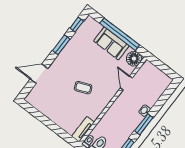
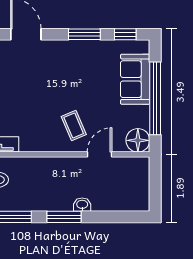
sofa: (111, 43) -> (135, 79), moved
coffee table: (83, 88) -> (74, 125), moved

